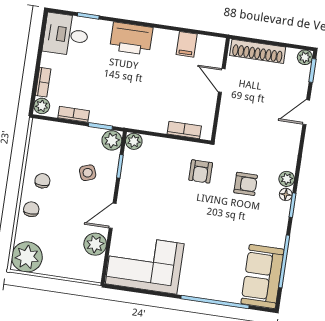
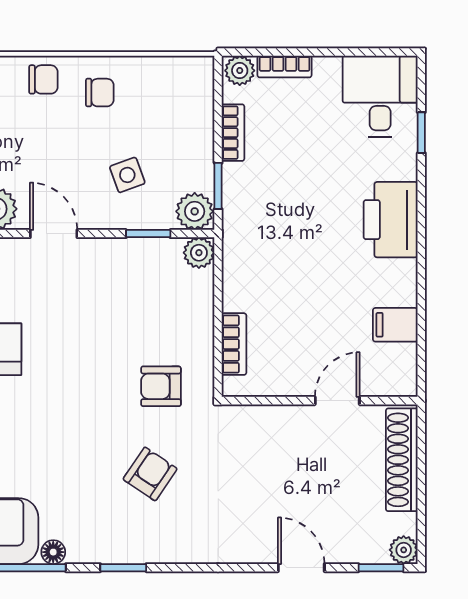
plant: (287, 179) -> (171, 549), removed
armchair: (246, 184) -> (150, 474), turned -146
floor lamp: (286, 194) -> (53, 552), moved

